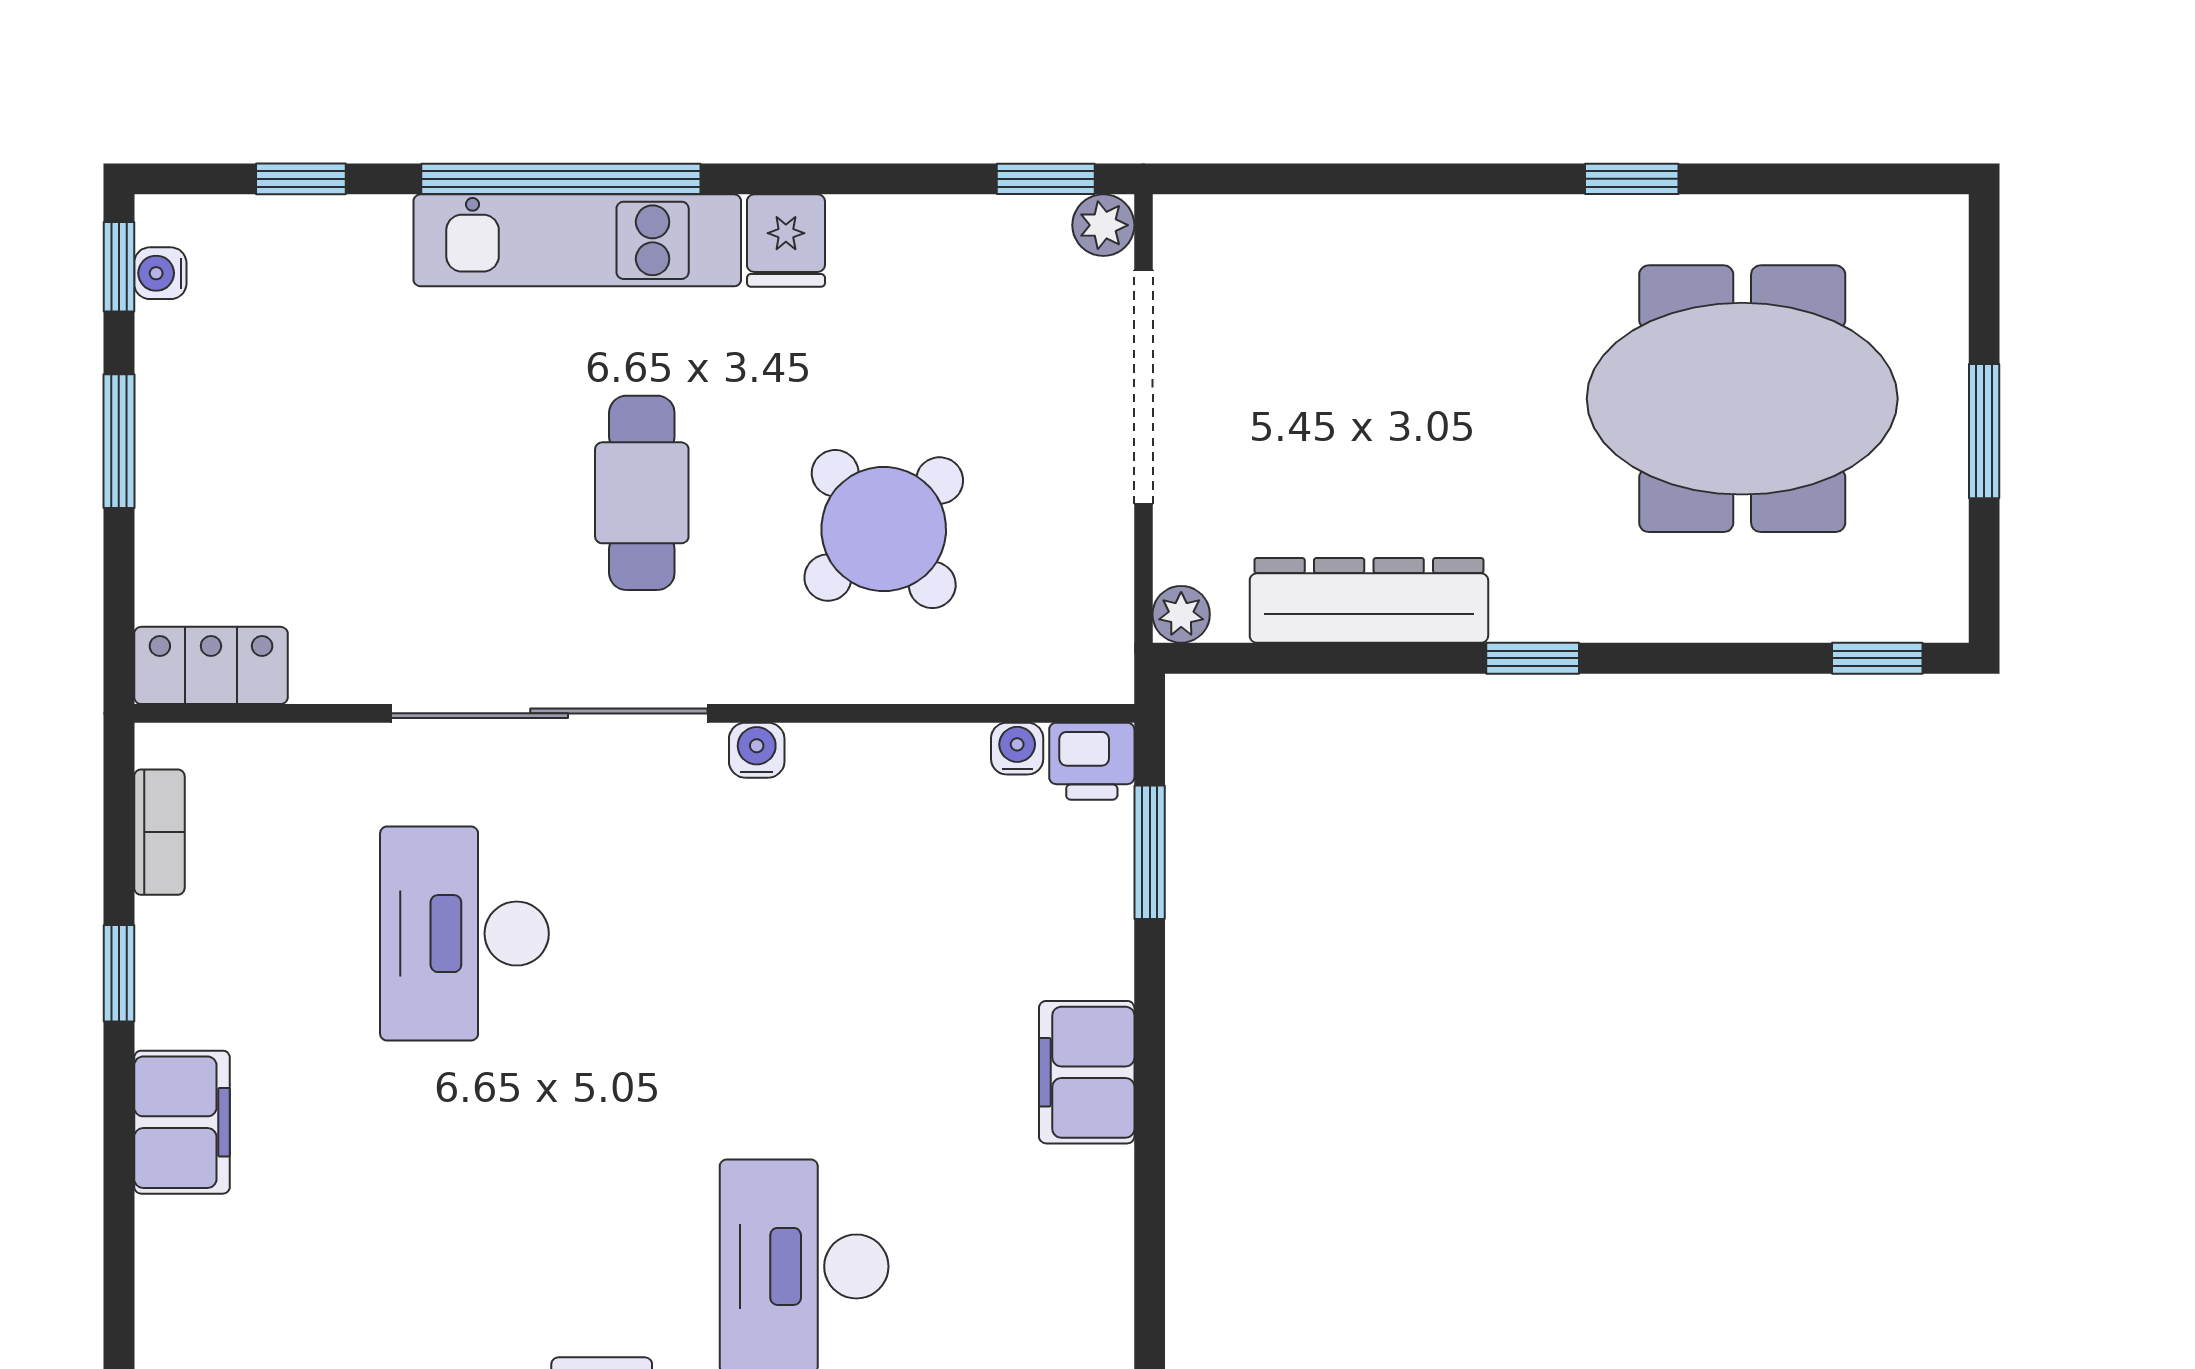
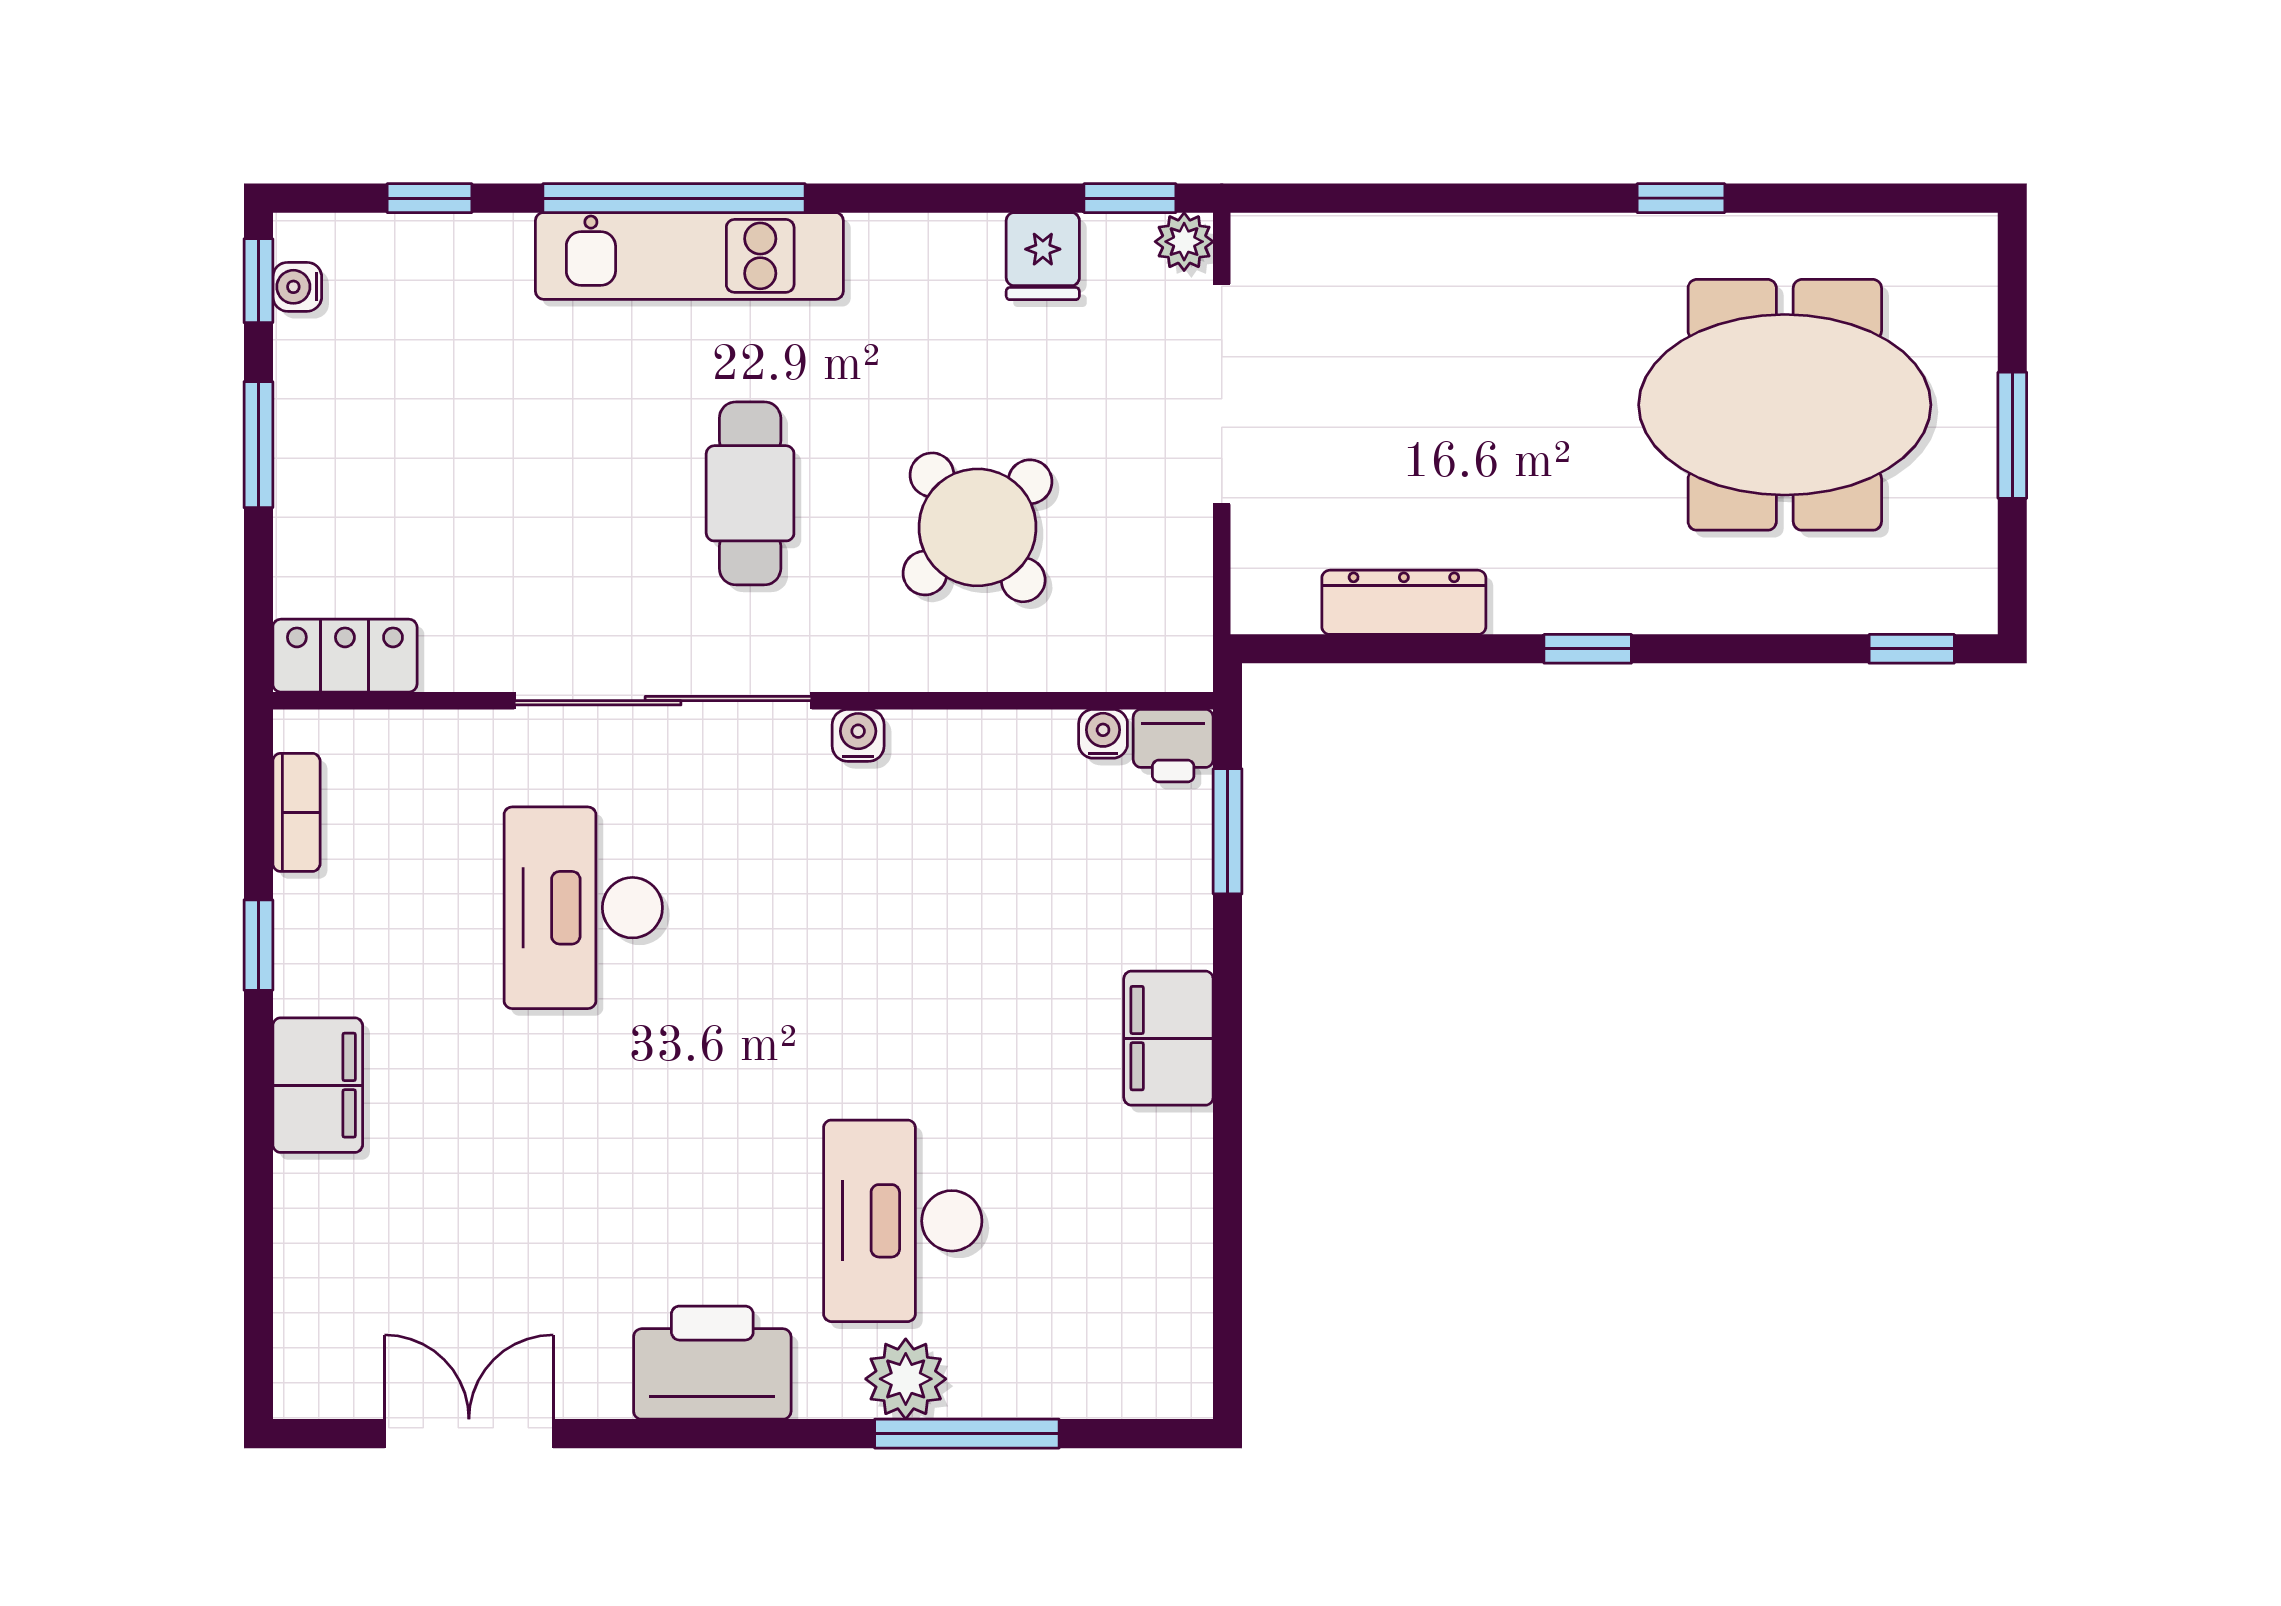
fridge: (786, 241) -> (1043, 256), moved
dresser: (1369, 600) -> (1404, 602), width x0.73, depth x0.80
plant: (1181, 614) -> (1257, 608), removed

